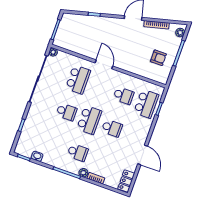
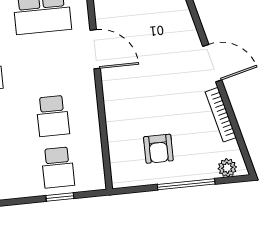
door: (104, 64) -> (95, 49), hinge flipped
school desk: (146, 104) -> (58, 167), width x0.54

